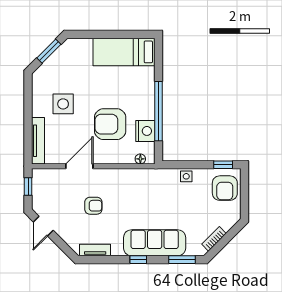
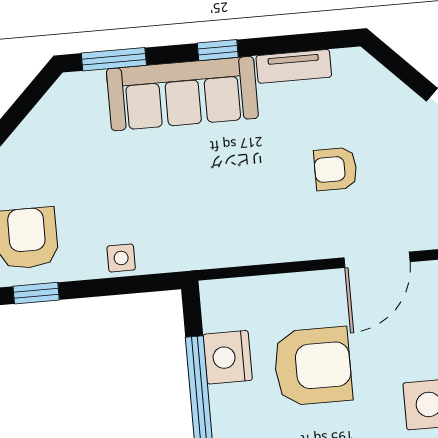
floor lamp: (140, 159) -> (234, 290), removed
bookcase: (214, 239) -> (42, 115), removed
tv unit: (95, 250) -> (294, 66), moved

